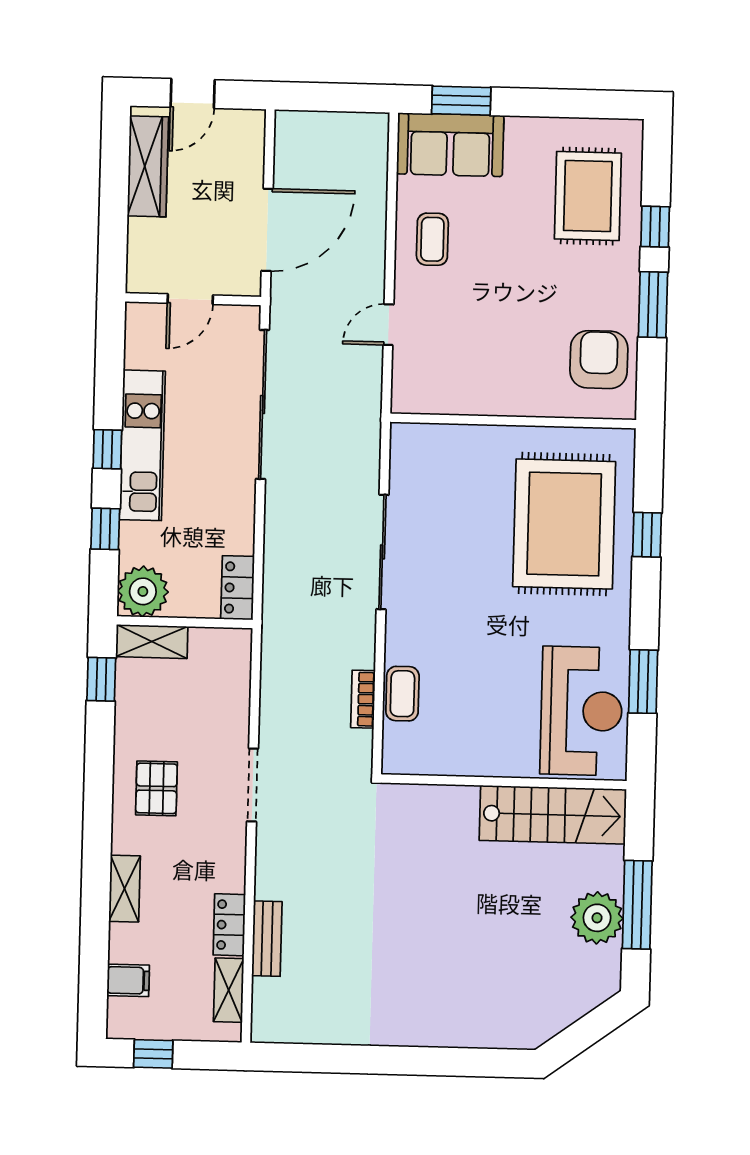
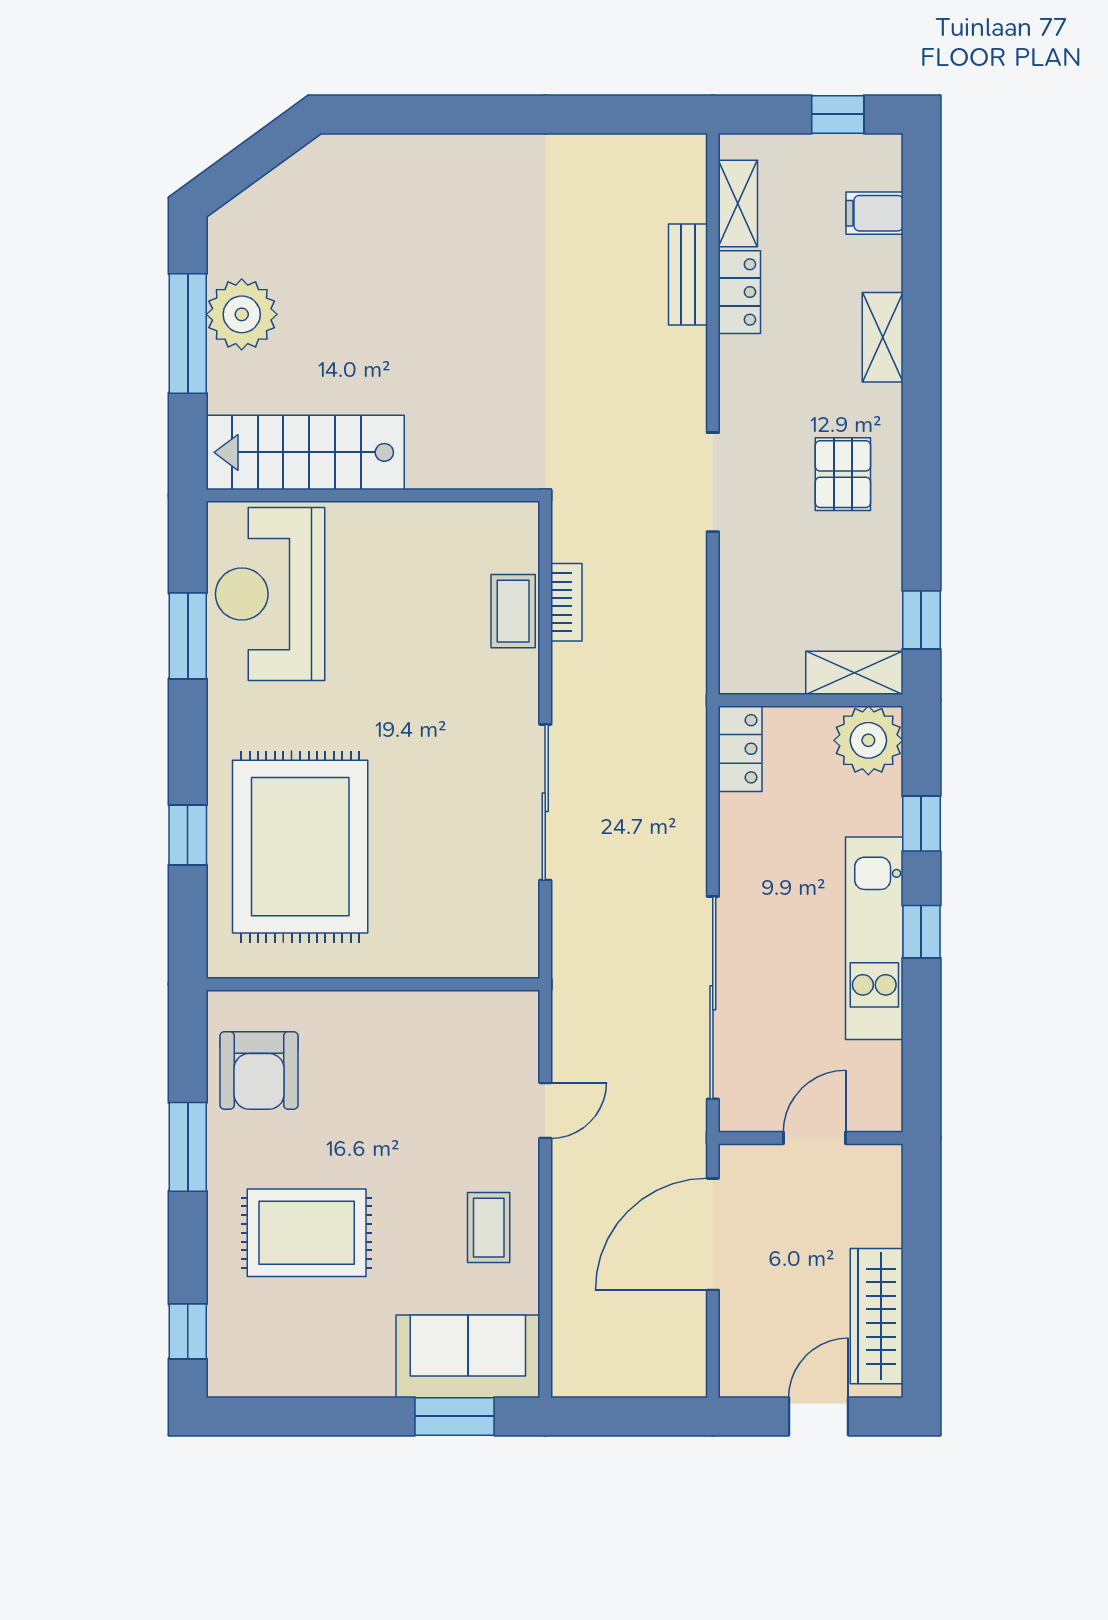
rug: (588, 196) -> (307, 1233), moved, turned 90
window: (655, 227) -> (188, 1331), moved

